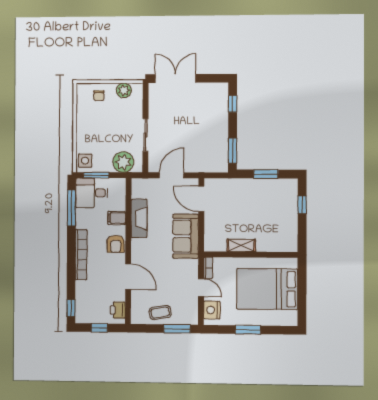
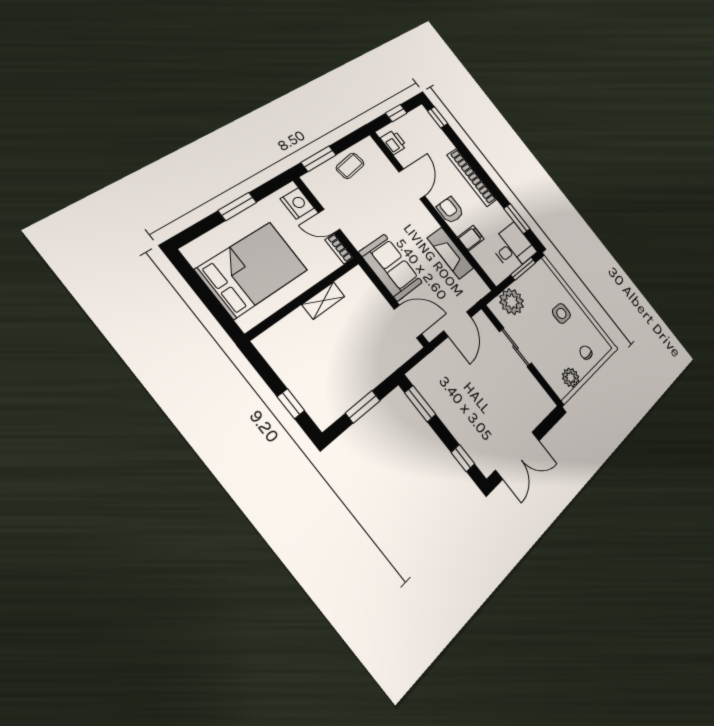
double door: (175, 79) -> (518, 455), moved
side table: (85, 161) -> (561, 313), moved
window: (71, 208) -> (517, 219), width x0.69
door: (128, 277) -> (412, 184), swing flipped

